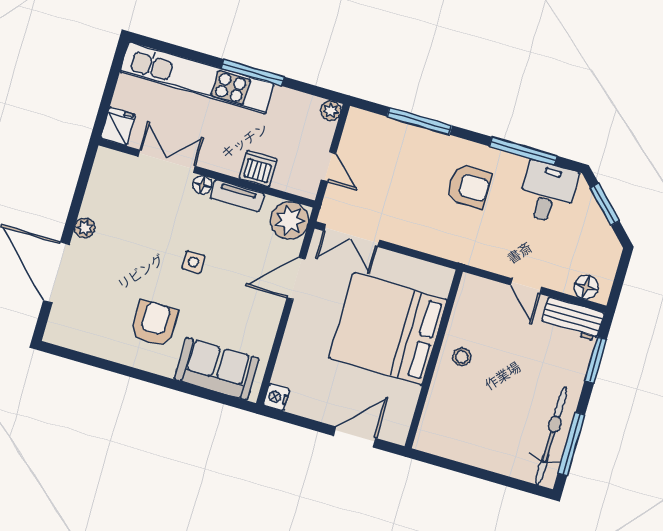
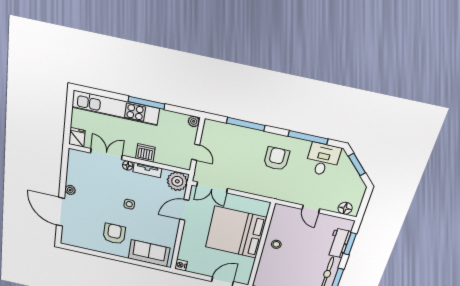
dishwasher: (258, 169) -> (145, 153), moved
armchair: (469, 186) -> (276, 159), turned -90
workbench: (572, 319) -> (339, 243), moved, turned 90

